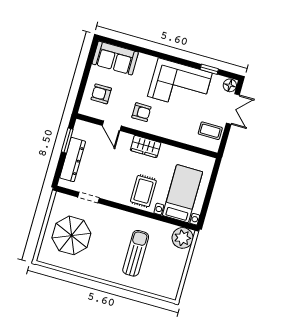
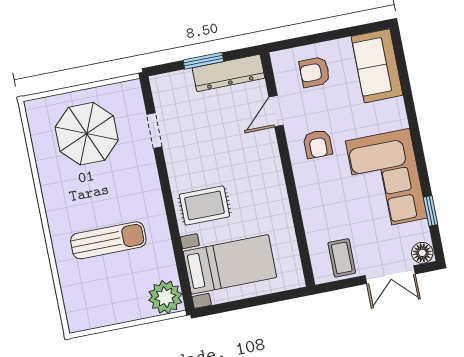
armchair: (101, 94) -> (315, 72), turned -90
window: (67, 141) -> (203, 61), moved
wardrobe: (146, 147) -> (271, 176), removed
dresser: (73, 160) -> (228, 73), moved

